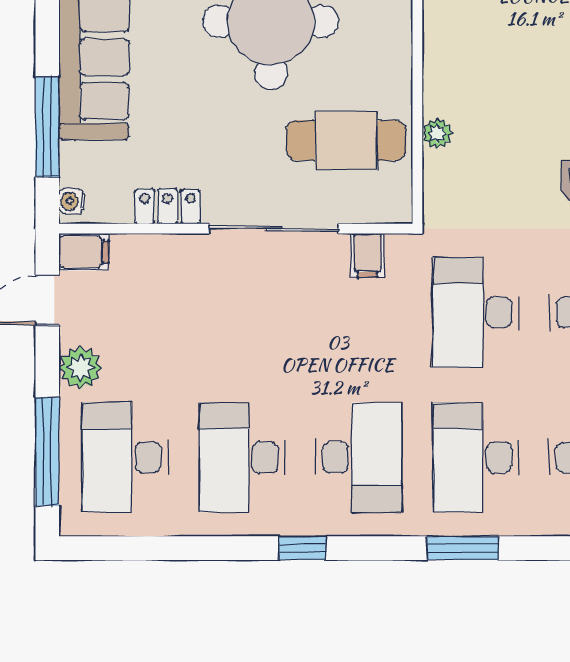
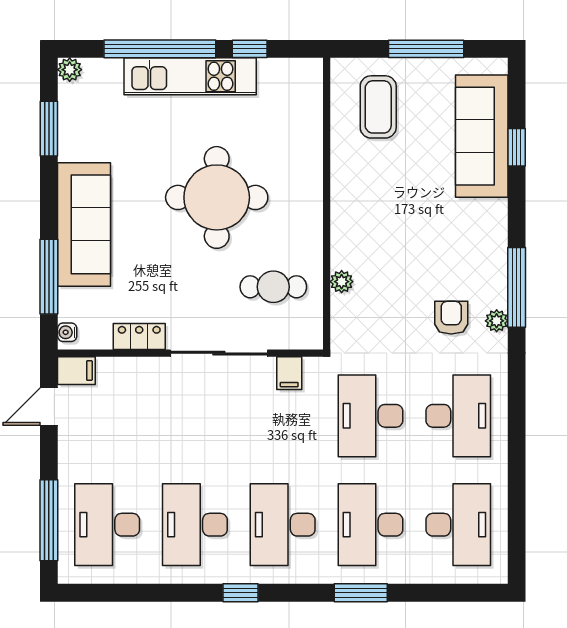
cafe table: (346, 140) -> (273, 287), width x0.73, depth x0.74
plant: (81, 368) -> (74, 457), removed
desk: (359, 457) -> (283, 525), turned 180

